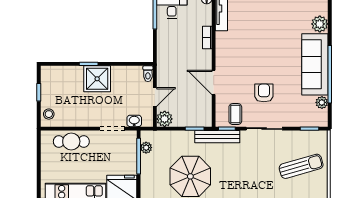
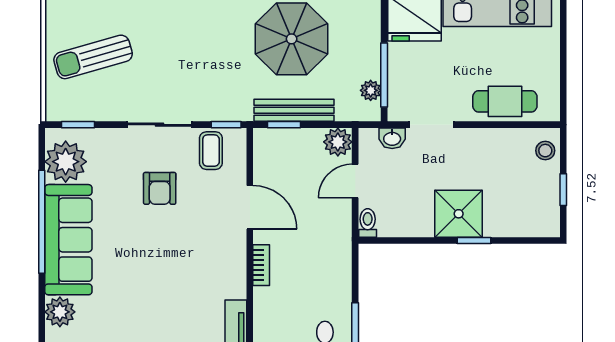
bookcase: (207, 37) -> (261, 265), moved
plant: (322, 102) -> (66, 162), width x1.88, depth x1.88
bench: (217, 137) -> (294, 110), moved

